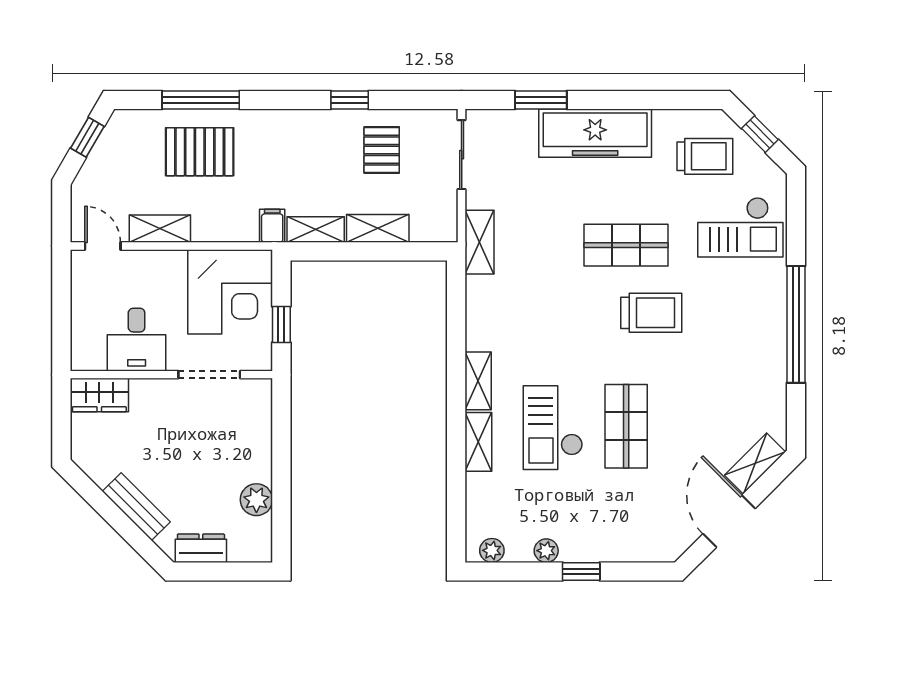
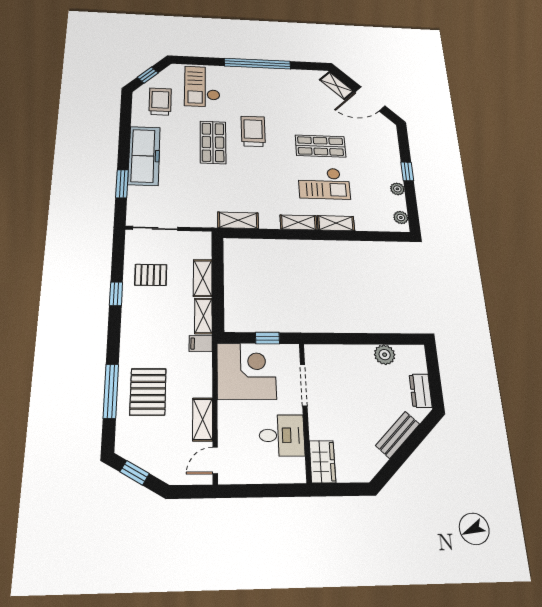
checkout: (740, 227) -> (202, 87), turned 180
shelving: (480, 242) -> (238, 220), moved

